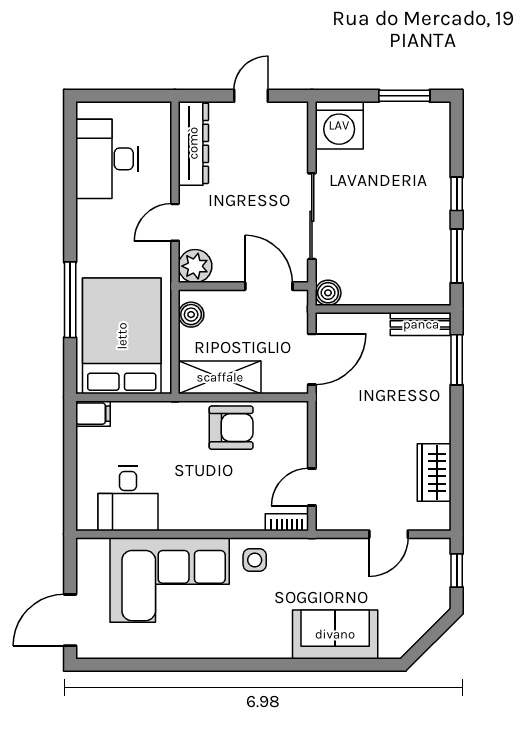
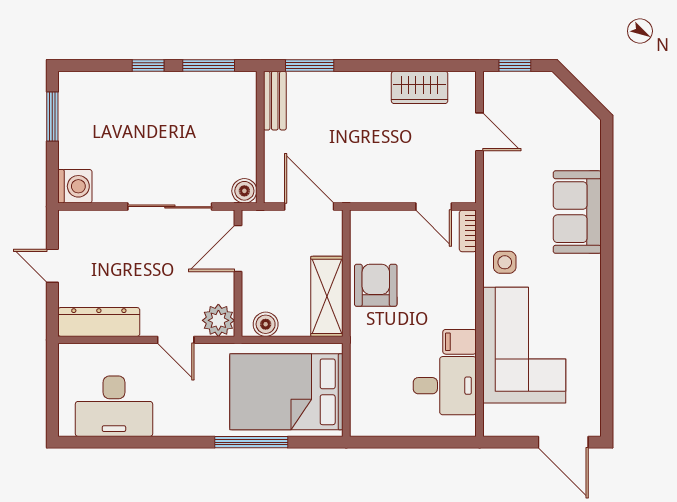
washing machine: (339, 125) -> (75, 186), width x0.73, depth x0.73
filing cabinet: (93, 414) -> (460, 342), moved, turned -90
sofa: (335, 634) -> (577, 212), moved

